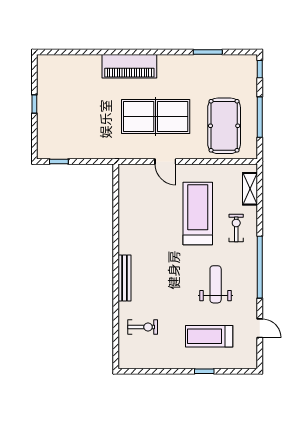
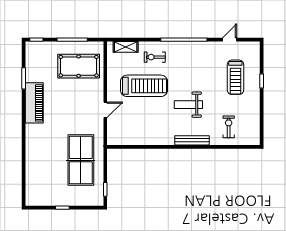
piano: (129, 66) -> (34, 103), moved
table tennis table: (156, 117) -> (81, 160), moved
treadmill: (198, 214) -> (144, 86), turned 180
weight bench: (216, 284) -> (188, 105), moved

